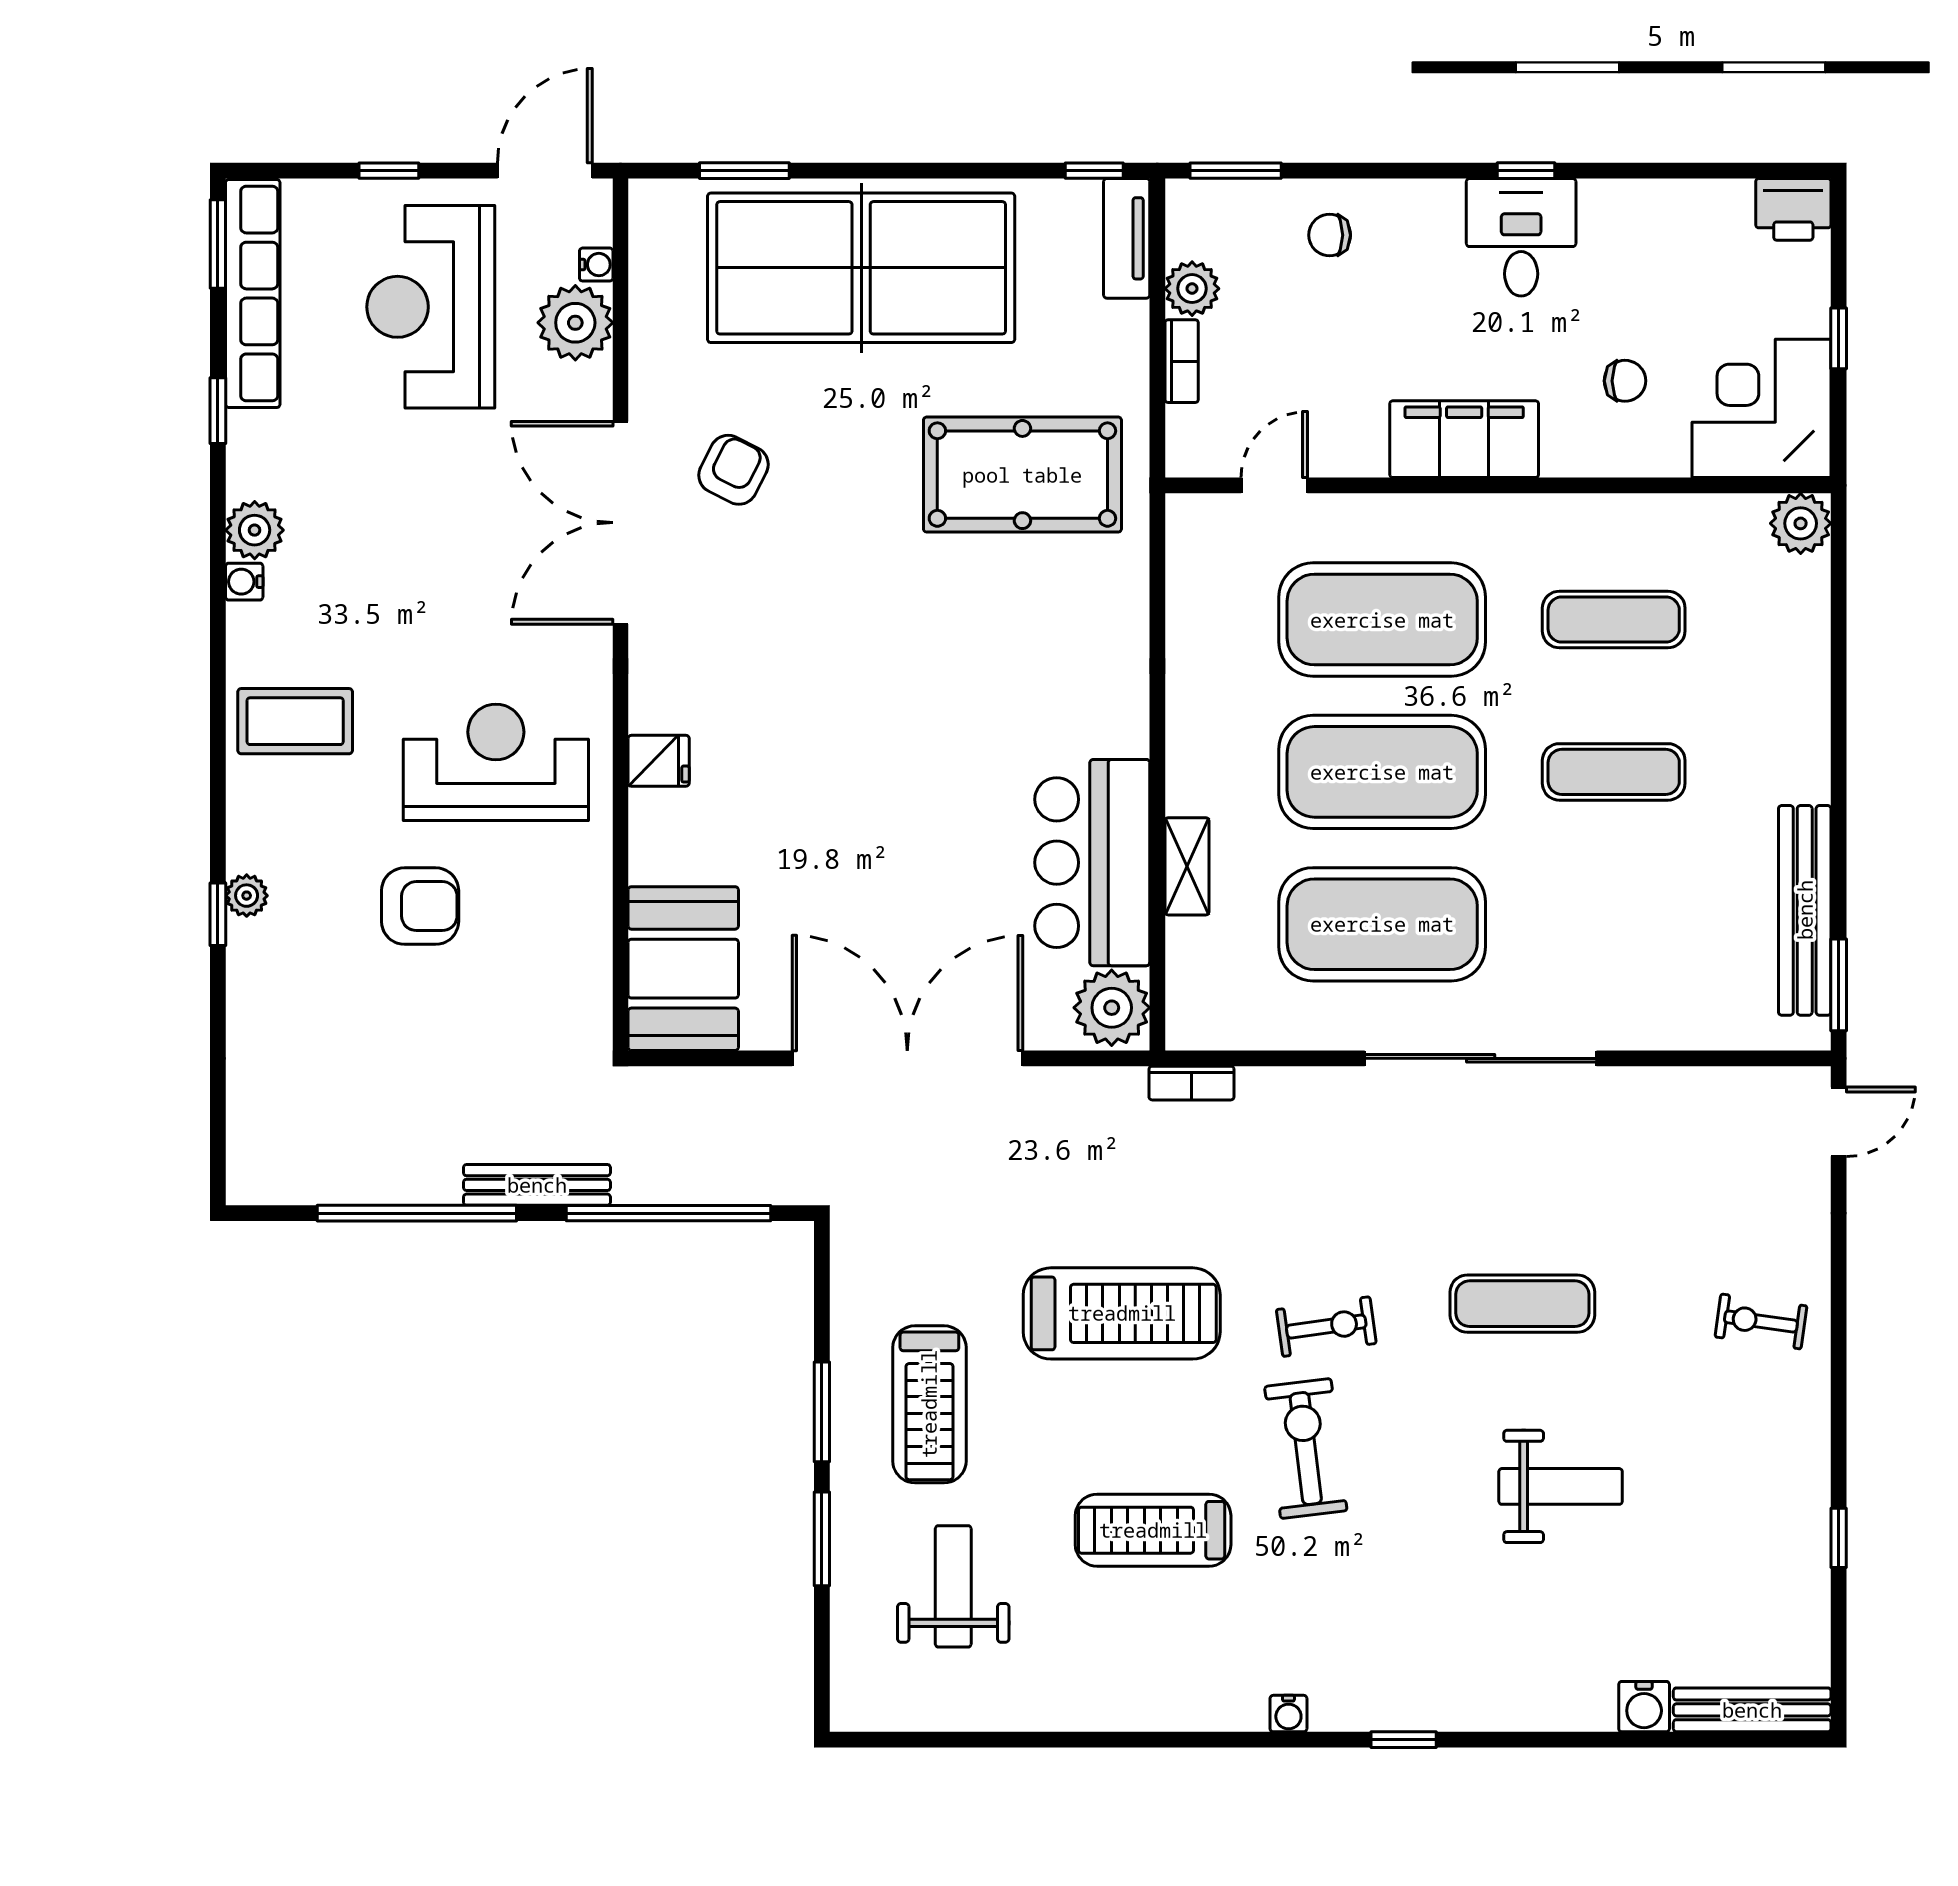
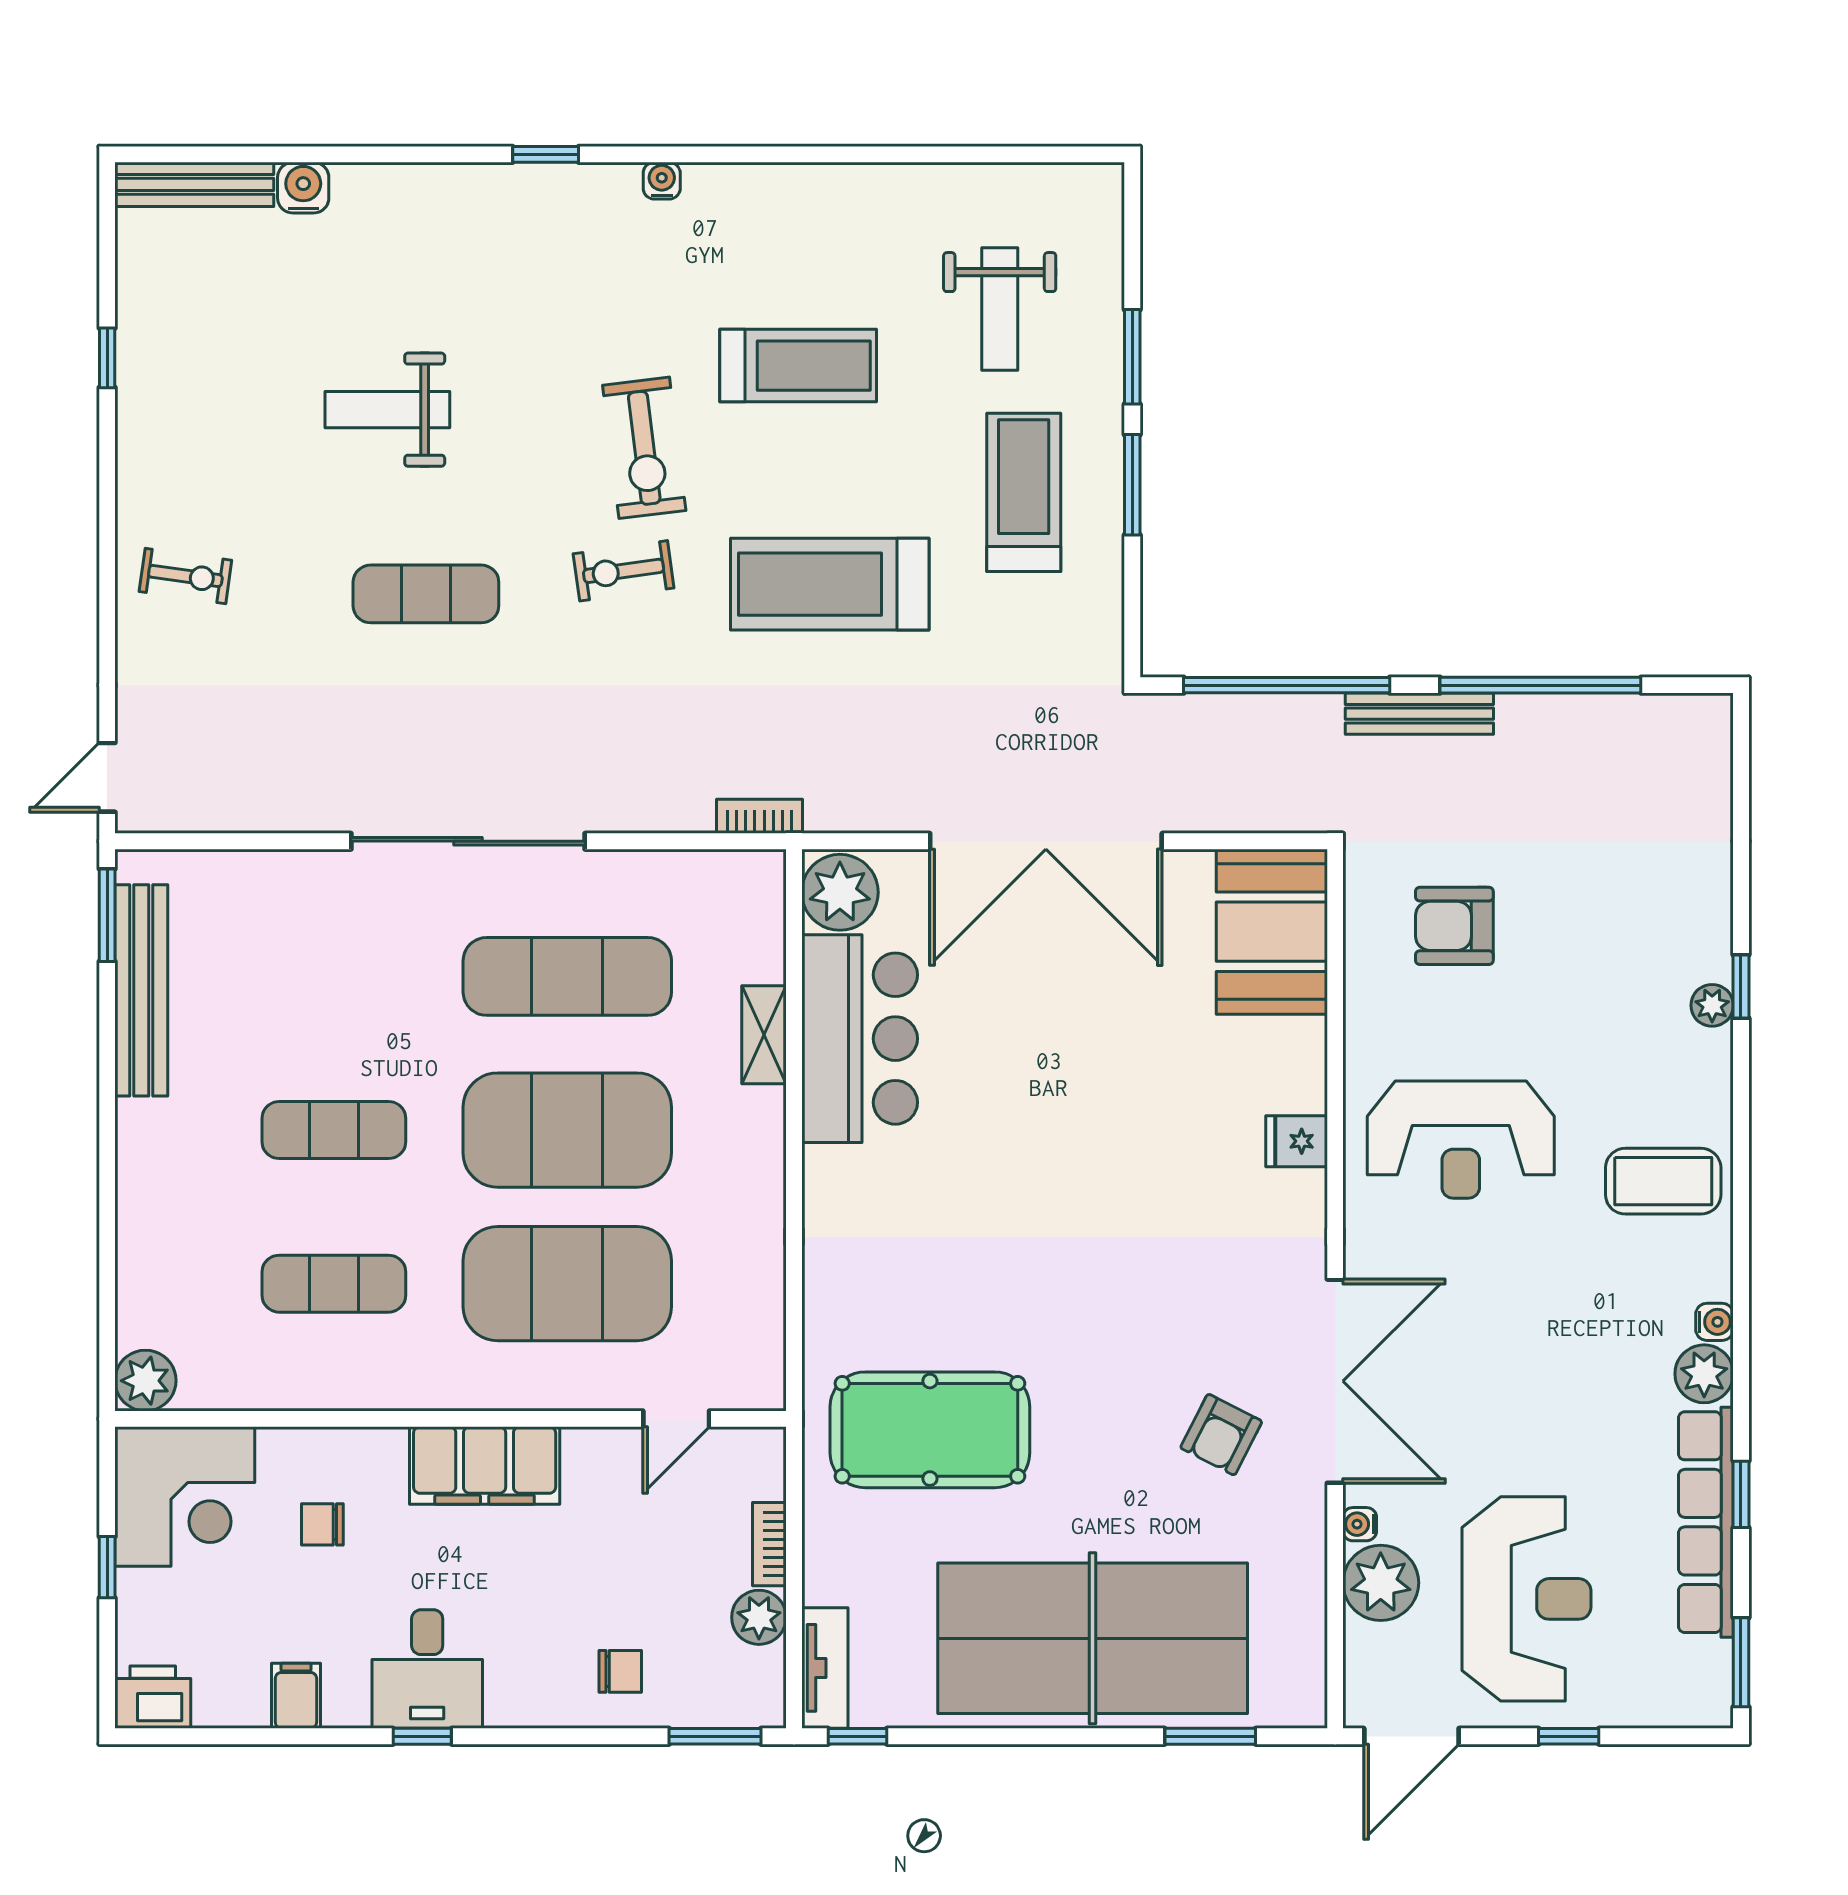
filing cabinet: (1651, 211) -> (296, 1696), added
water cooler: (596, 265) -> (1360, 1524), moved
row of seats: (253, 293) -> (1706, 1522), moved
armchair: (420, 906) -> (1454, 926), moved
exercise mat: (1382, 924) -> (567, 976), width x0.68

